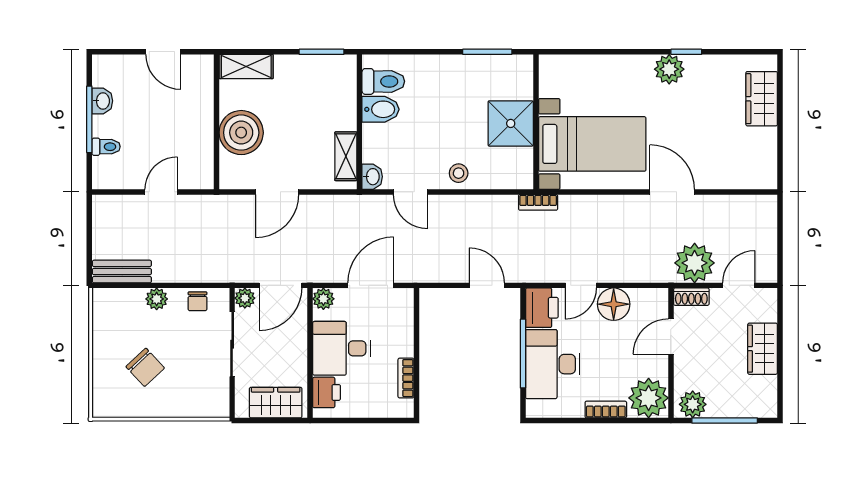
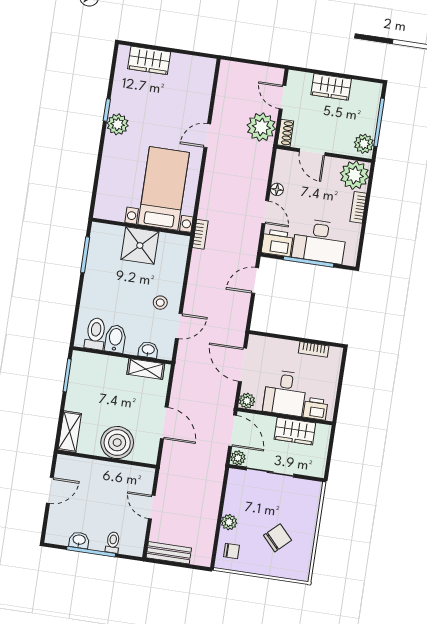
stool: (459, 173) -> (160, 303), moved
washbasin: (372, 177) -> (148, 350), moved
door: (672, 192) -> (207, 136), width x0.73
bench: (122, 272) -> (169, 553), moved, turned 90
chair: (197, 301) -> (231, 551), moved
floor lamp: (614, 304) -> (277, 189), width x0.53, depth x0.53
wardrobe: (276, 403) -> (295, 431), moved, turned -90

